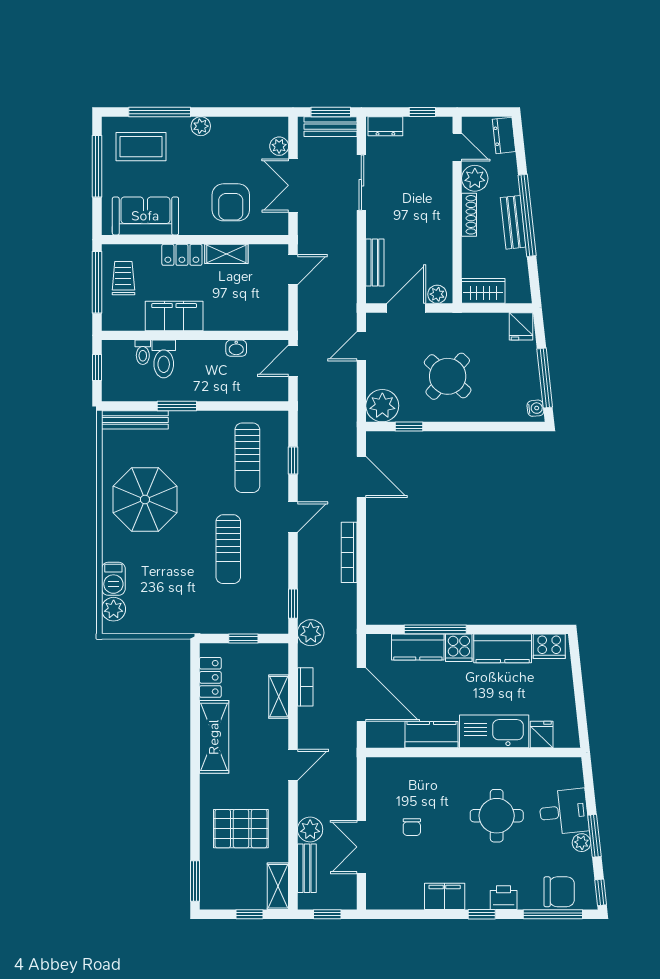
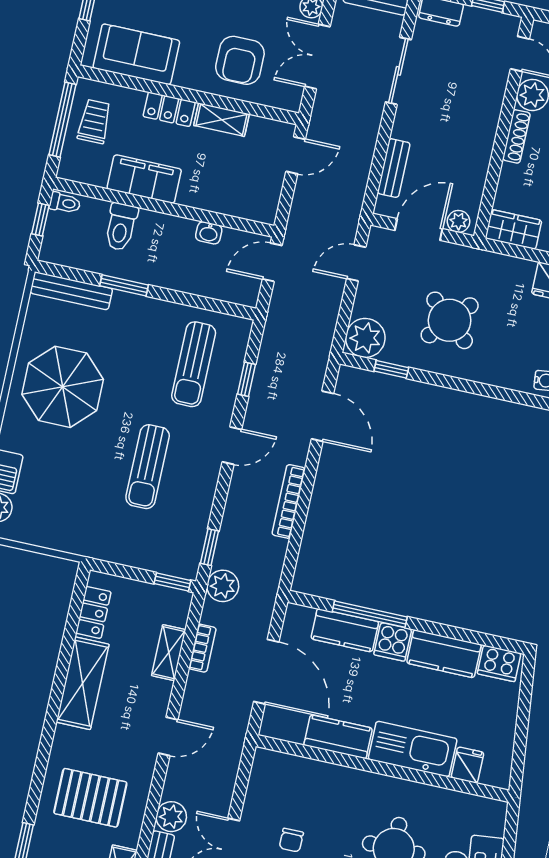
toilet: (143, 352) -> (65, 203), moved, turned -90
window: (243, 639) -> (172, 582), moved

